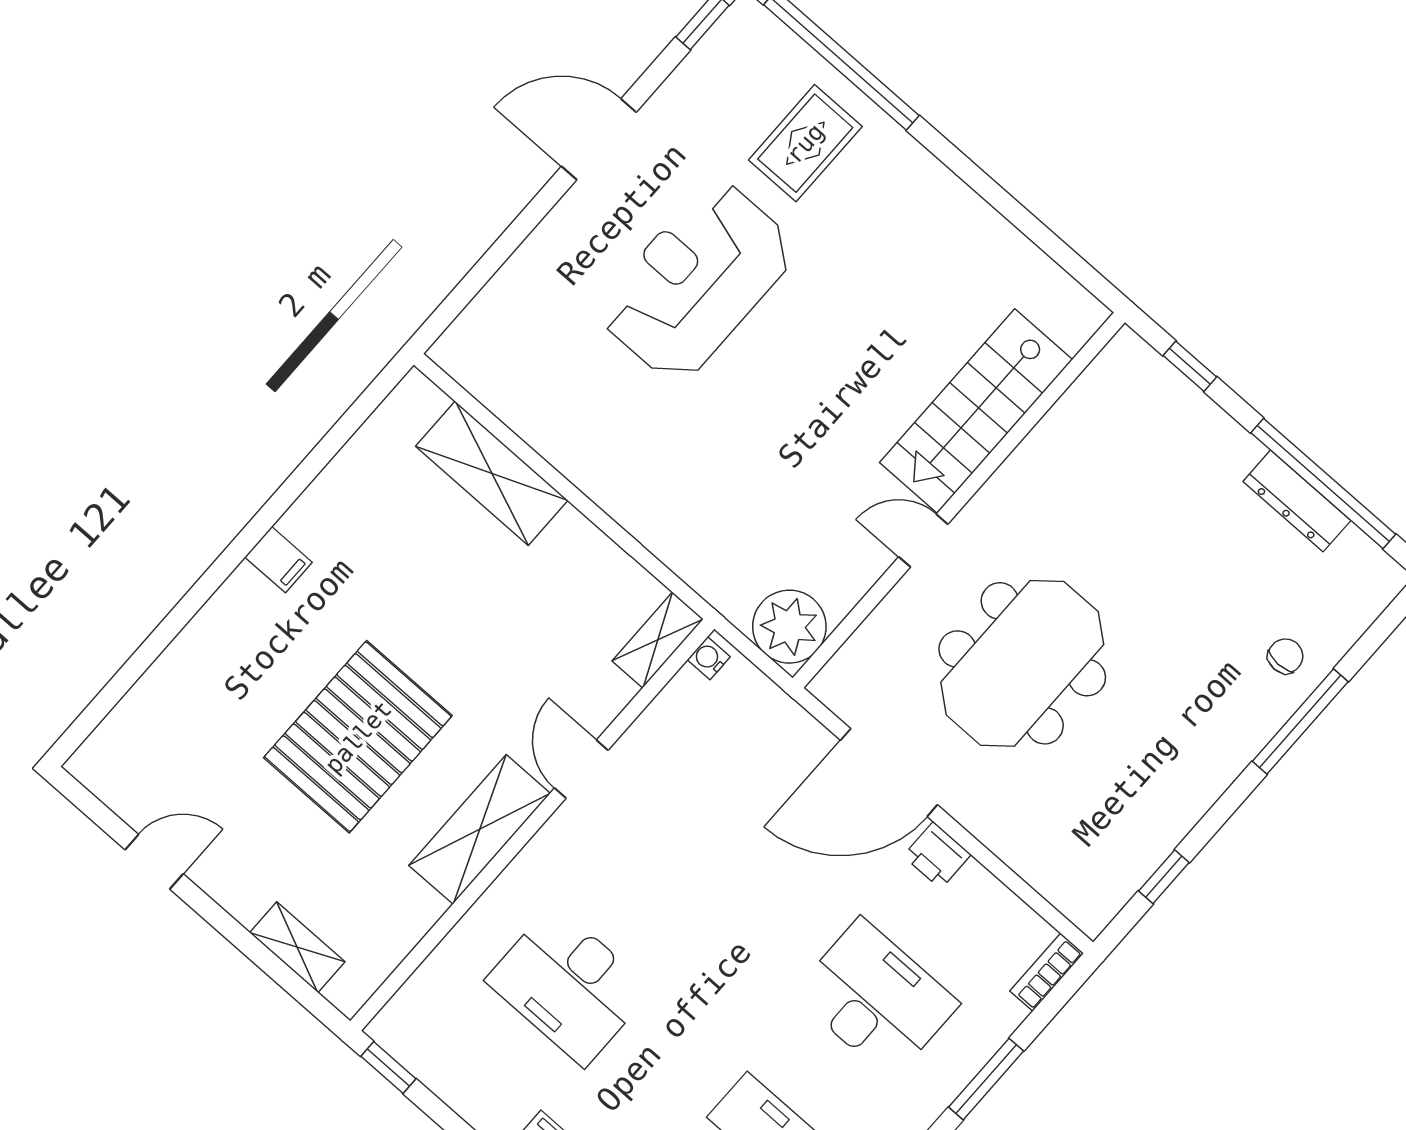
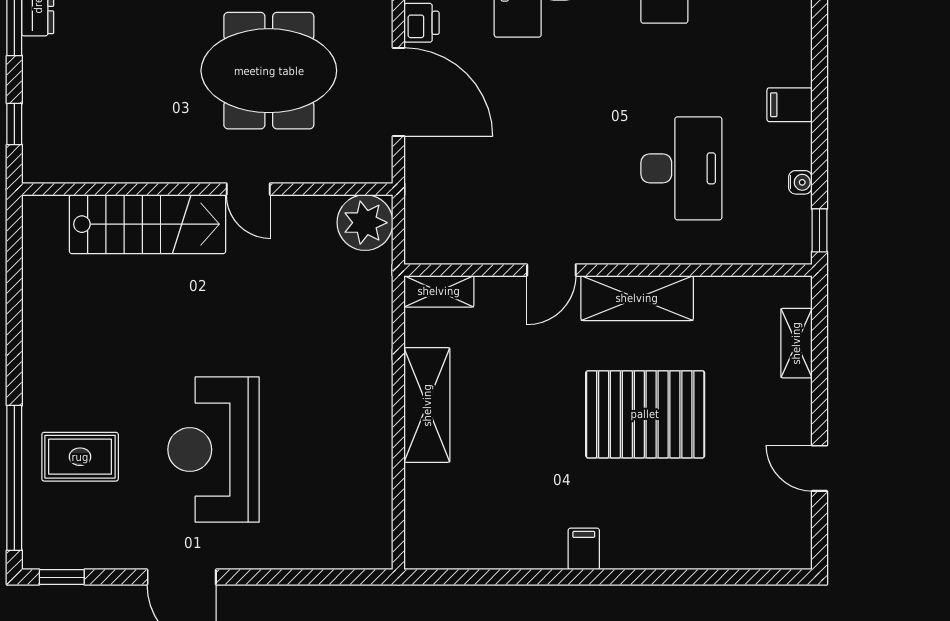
reception desk: (697, 281) -> (213, 450), turned 90
shelving: (492, 473) -> (427, 405), moved
water cooler: (709, 658) -> (800, 182), moved, turned -90

